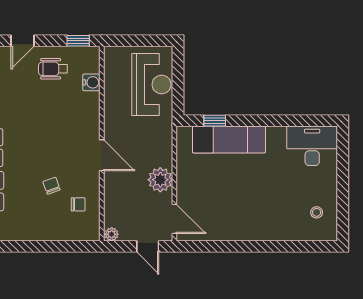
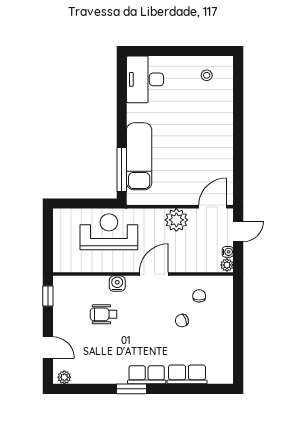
wheelchair: (53, 69) -> (104, 314), moved, turned 90
water cooler: (91, 82) -> (117, 284), moved
reception desk: (151, 84) -> (109, 232), moved
window: (215, 121) -> (122, 170), width x2.17
water cooler: (126, 235) -> (228, 252), added

